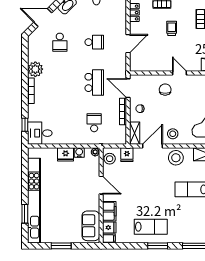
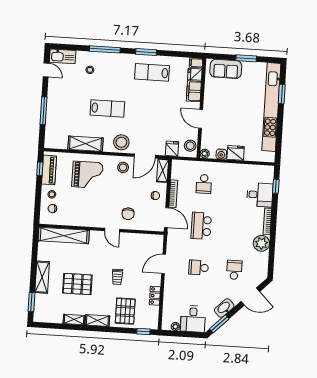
desk: (40, 133) -> (260, 195), moved
sofa: (91, 226) -> (226, 69), moved, turned 90

